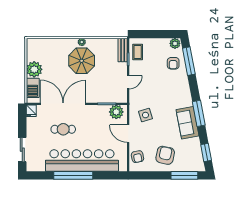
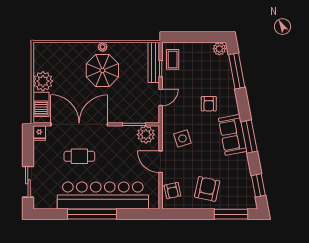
bench: (123, 50) -> (154, 62), width x1.36
armchair: (173, 63) -> (209, 104), moved
sofa: (187, 123) -> (233, 135), moved

